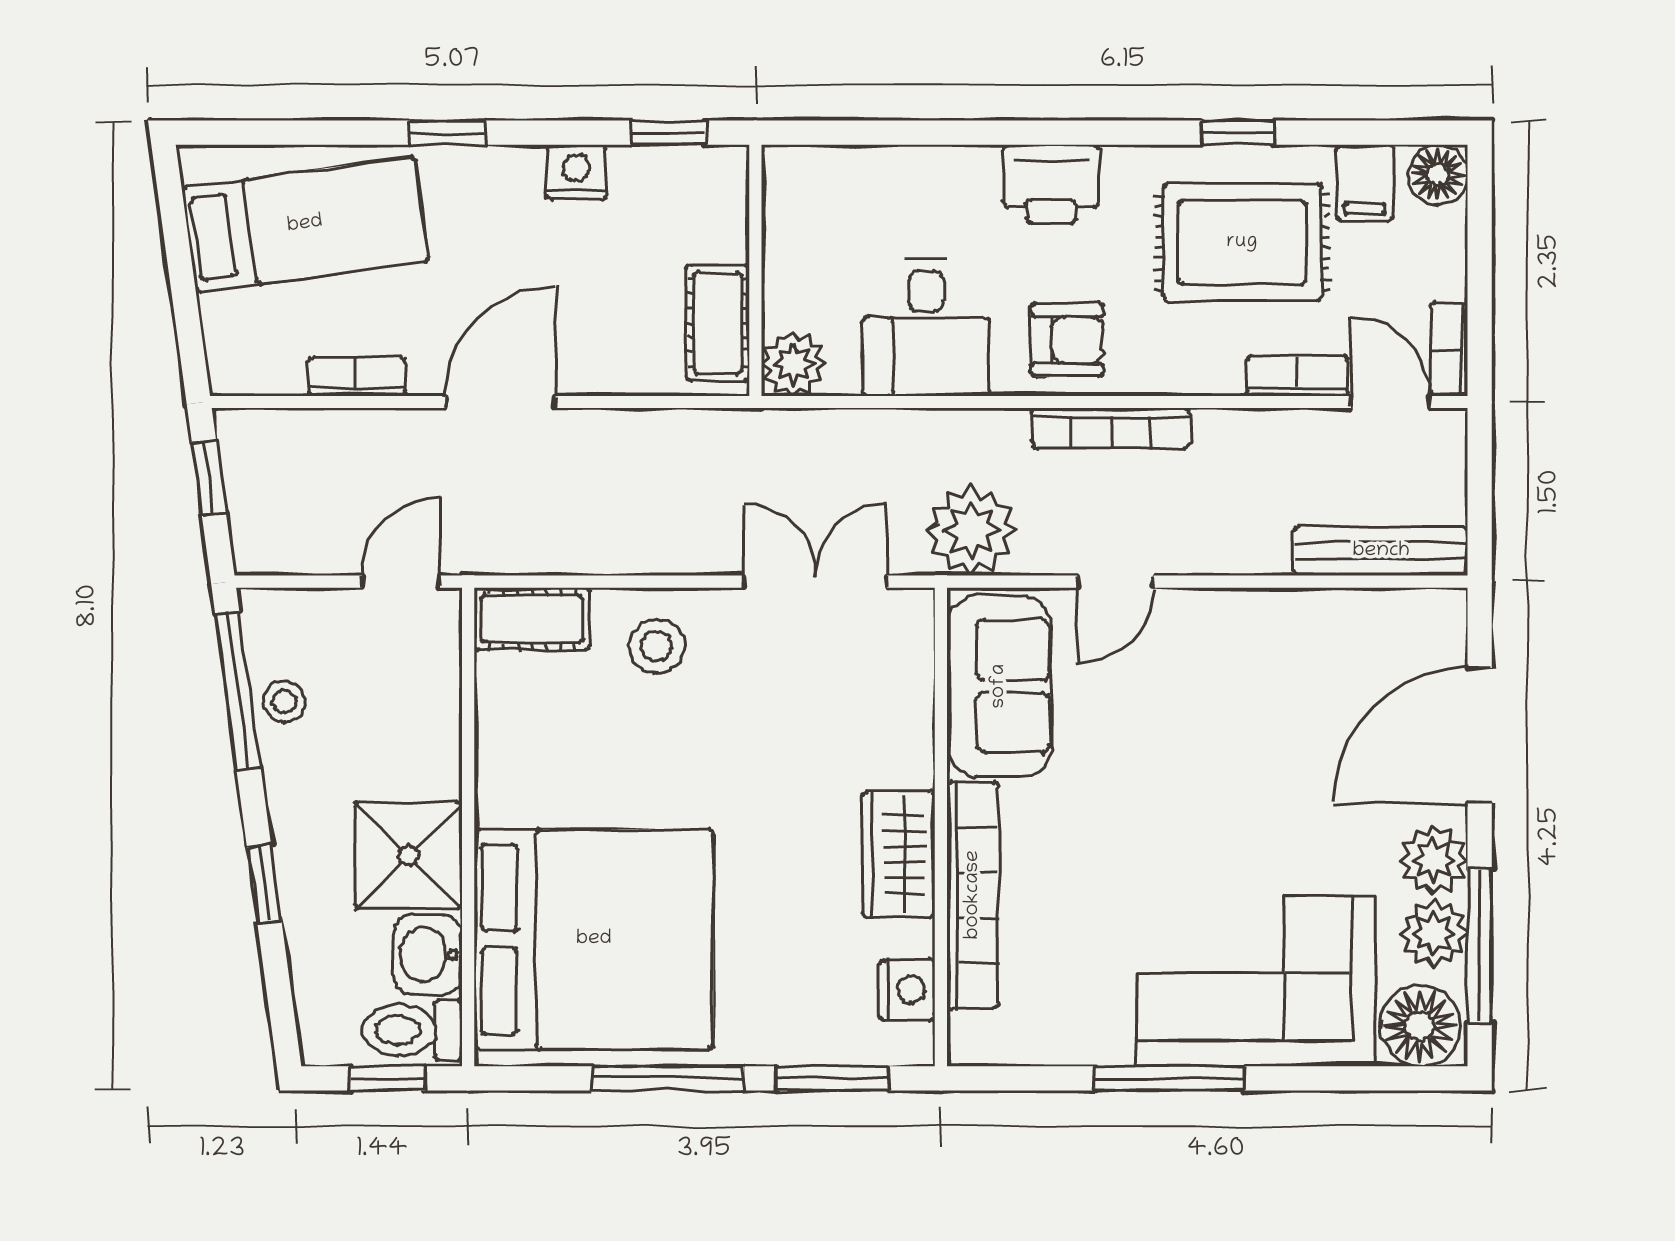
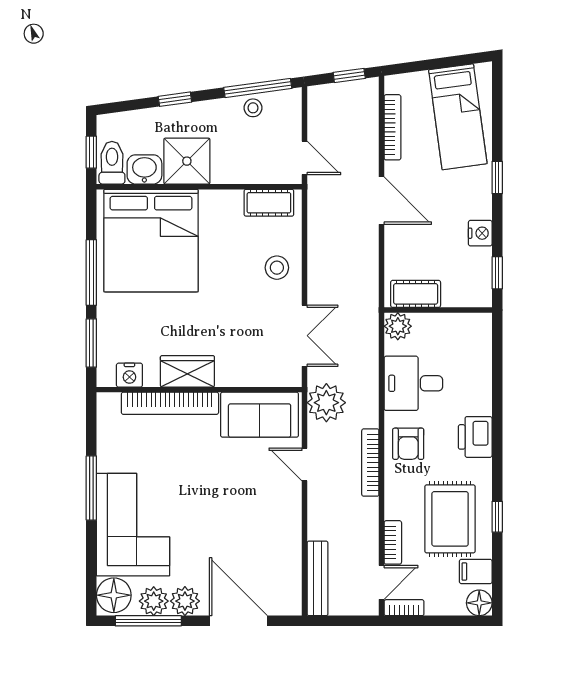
bookcase: (357, 377) -> (392, 127), width x1.56
cot: (532, 619) -> (269, 203), moved, turned 90

